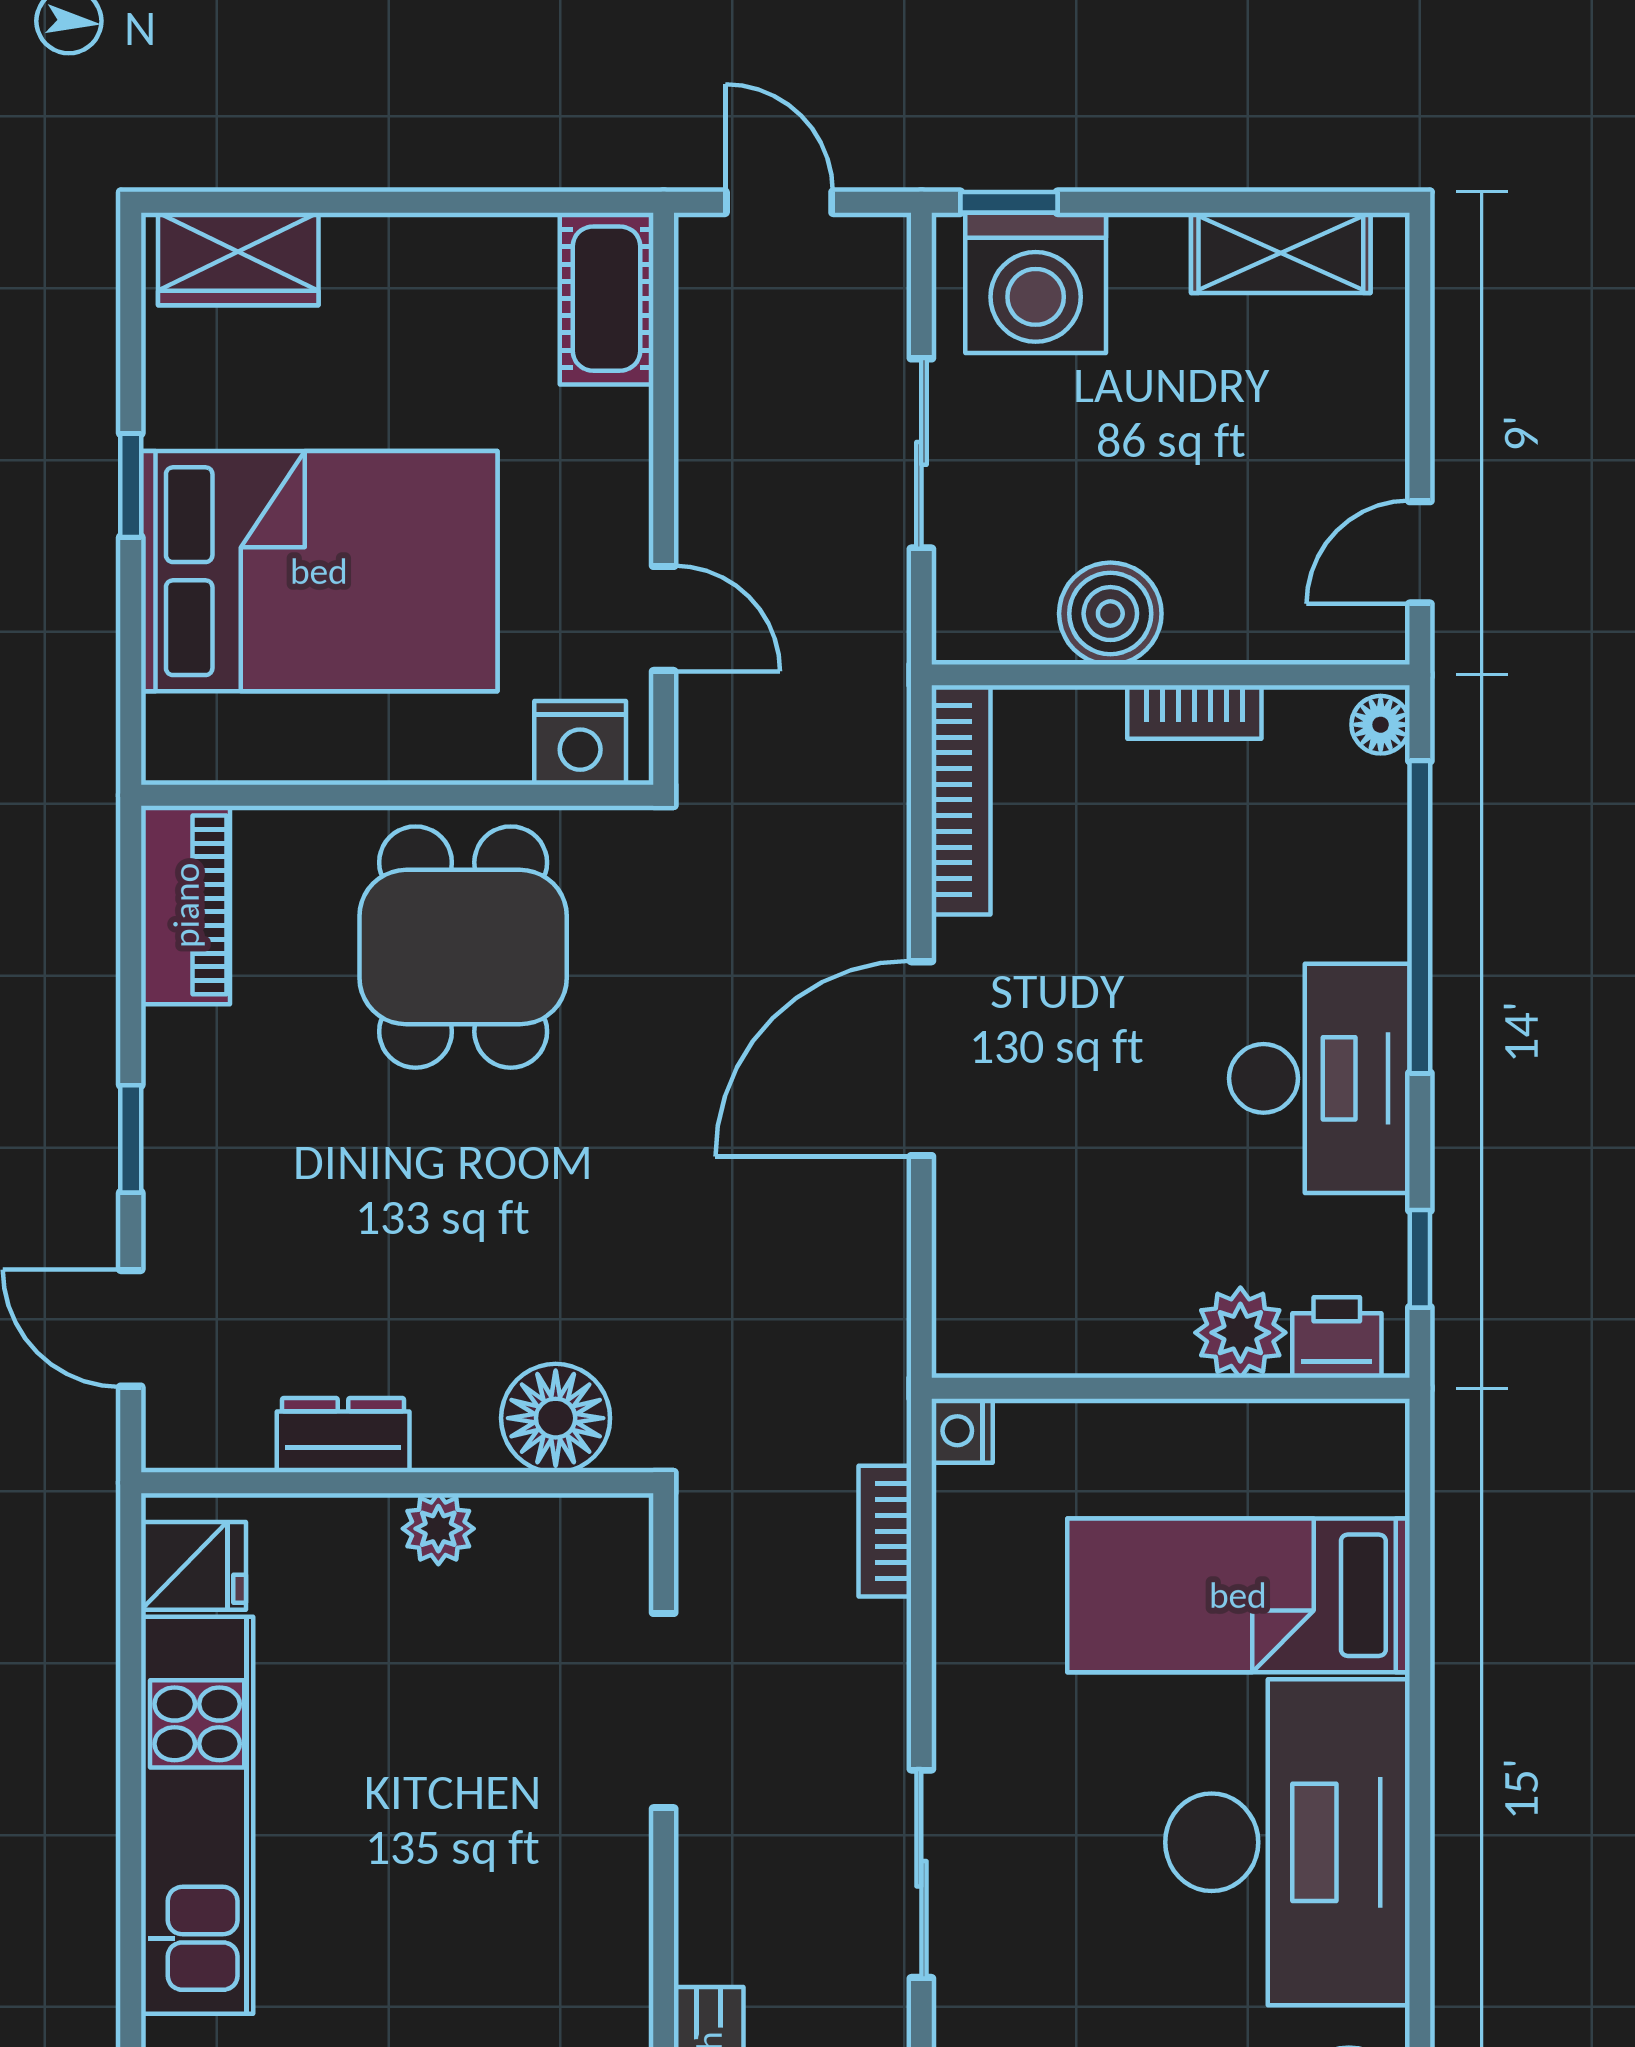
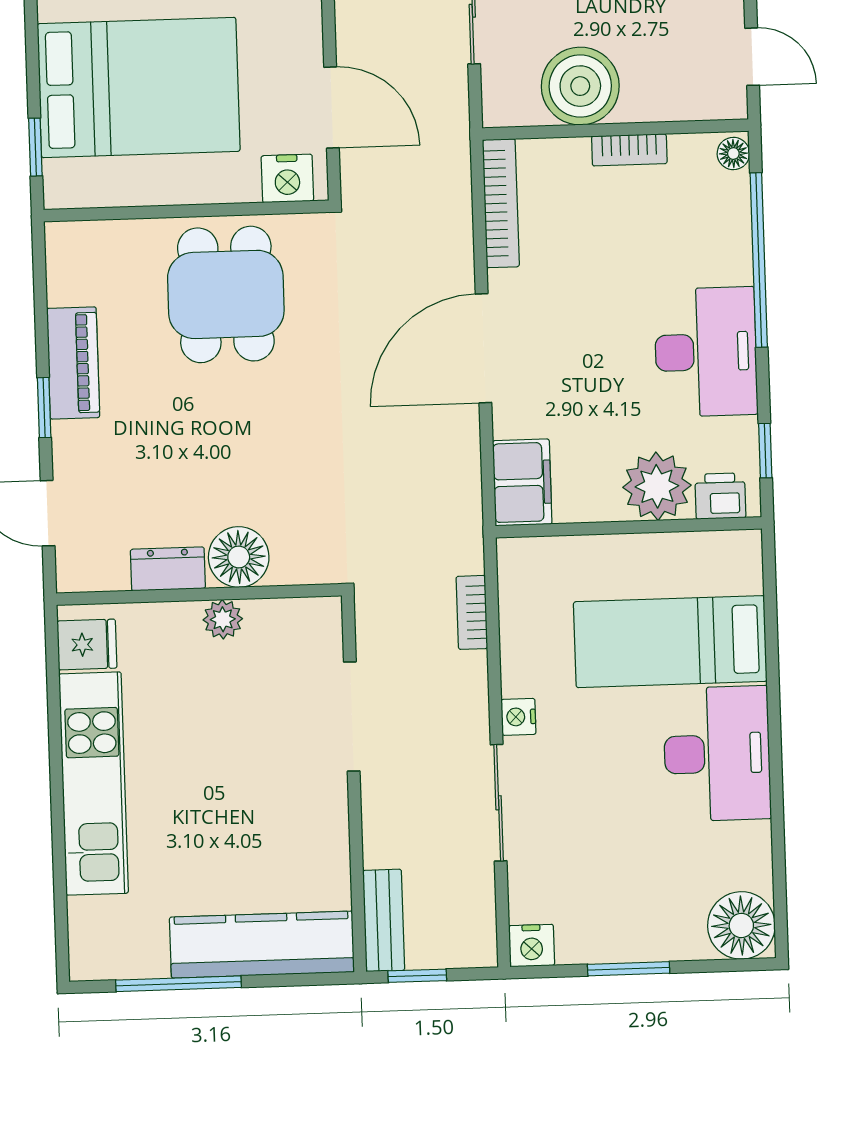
window: (131, 485) -> (35, 147), moved
door: (1420, 552) -> (752, 57), swing flipped
boiler: (1110, 614) -> (580, 86), width x1.37, depth x1.37
door: (664, 618) -> (332, 108), width x1.38
piano: (186, 905) -> (73, 363), moved
filing cabinet: (983, 1301) -> (522, 482), added
plant: (1240, 1333) -> (657, 486), width x1.36, depth x1.36
floor lamp: (556, 1418) -> (239, 557), moved
nightstand: (962, 1431) -> (518, 717), moved
desk: (1287, 1842) -> (717, 754), width x0.73, depth x0.77

